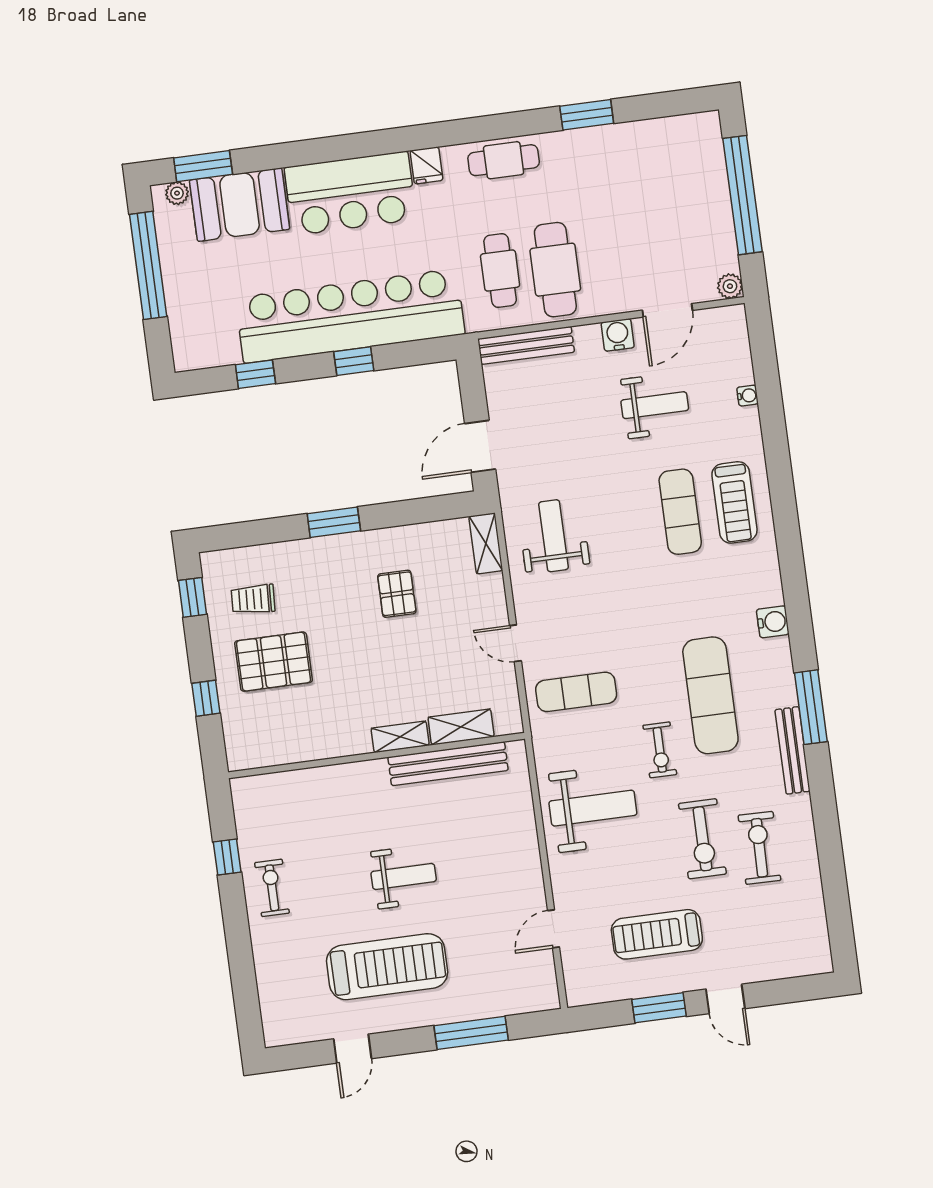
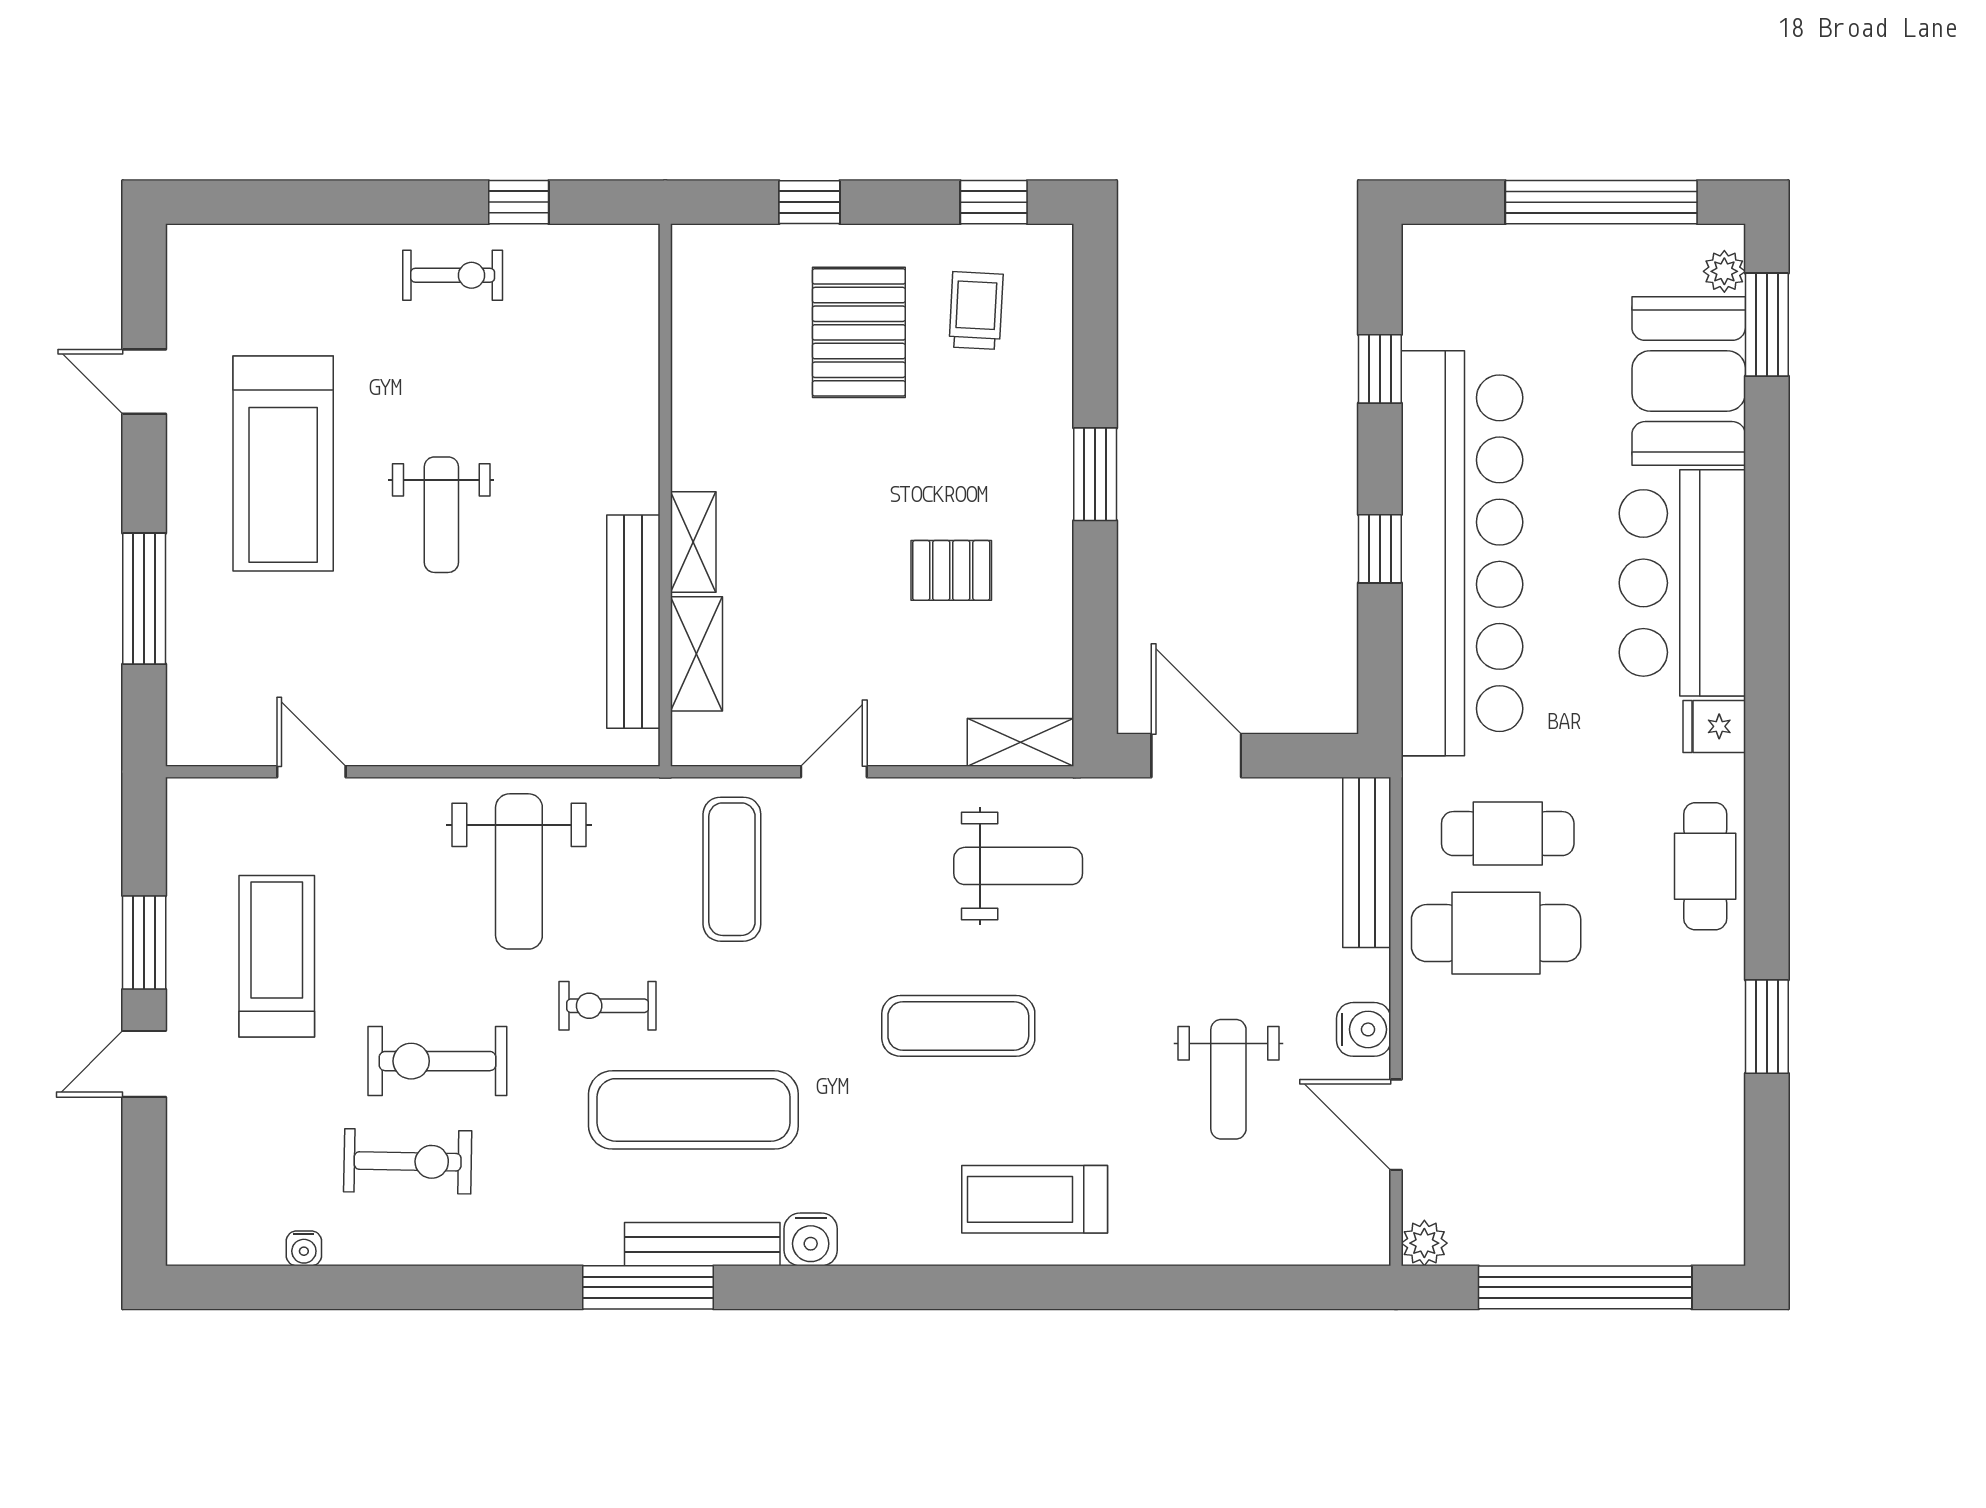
water cooler: (748, 396) -> (304, 1248), moved
exercise mat: (680, 512) -> (958, 1026), moved
bench: (793, 750) -> (702, 1244), moved

